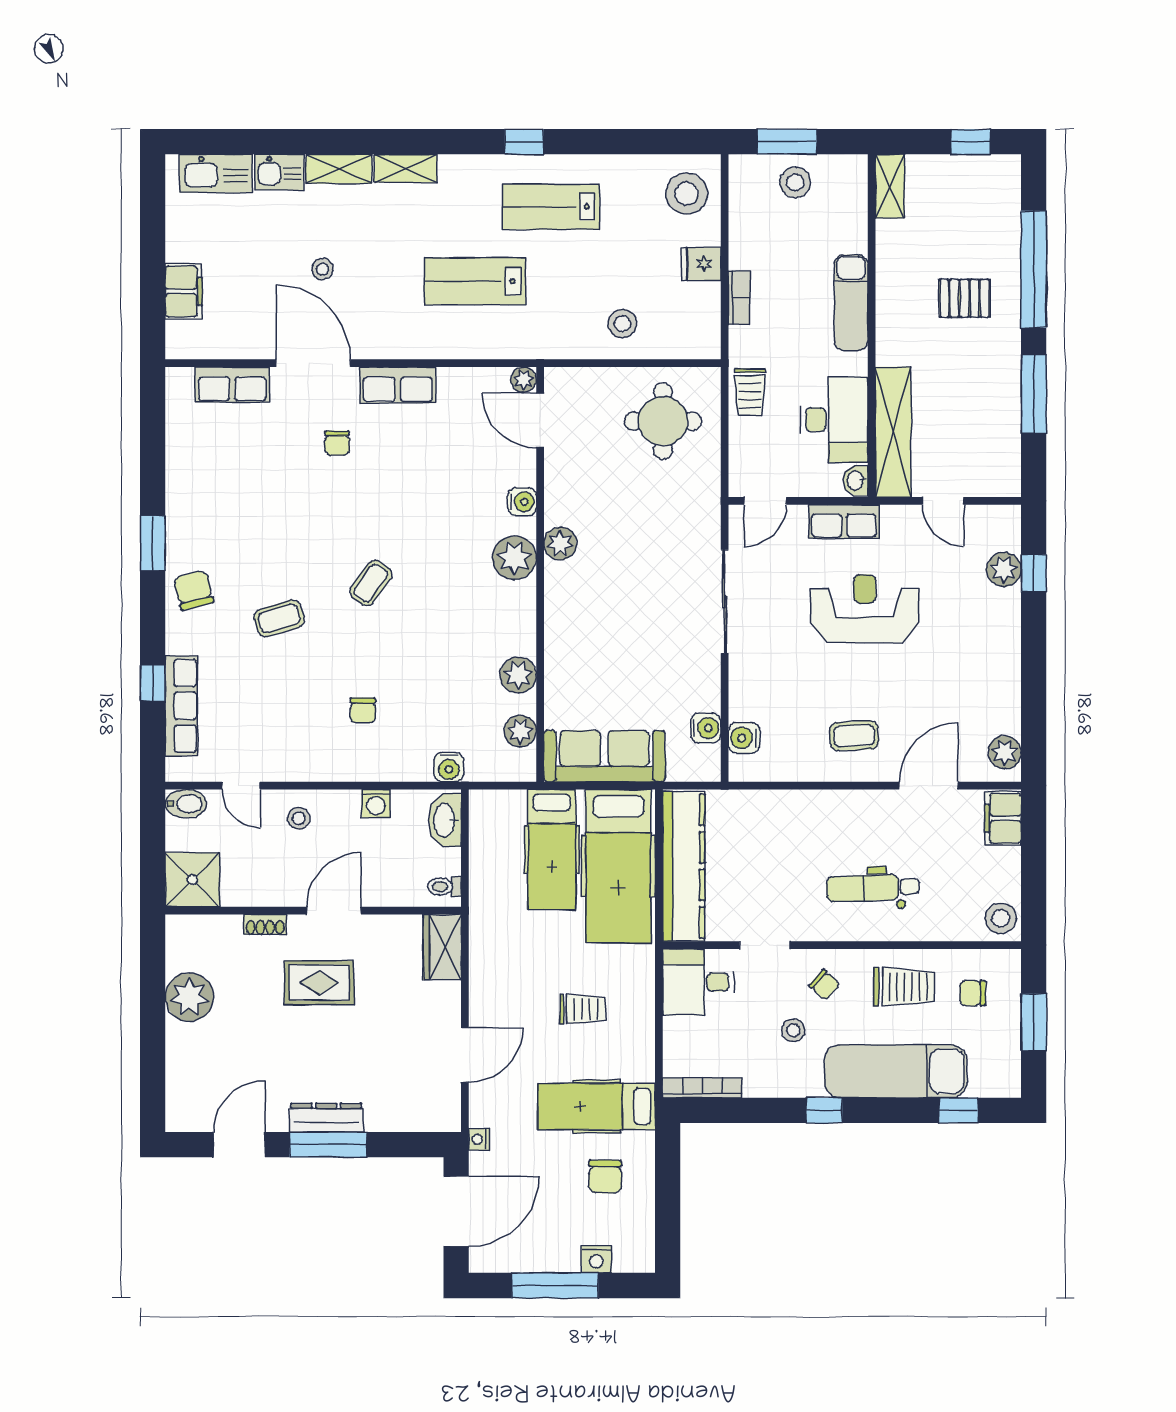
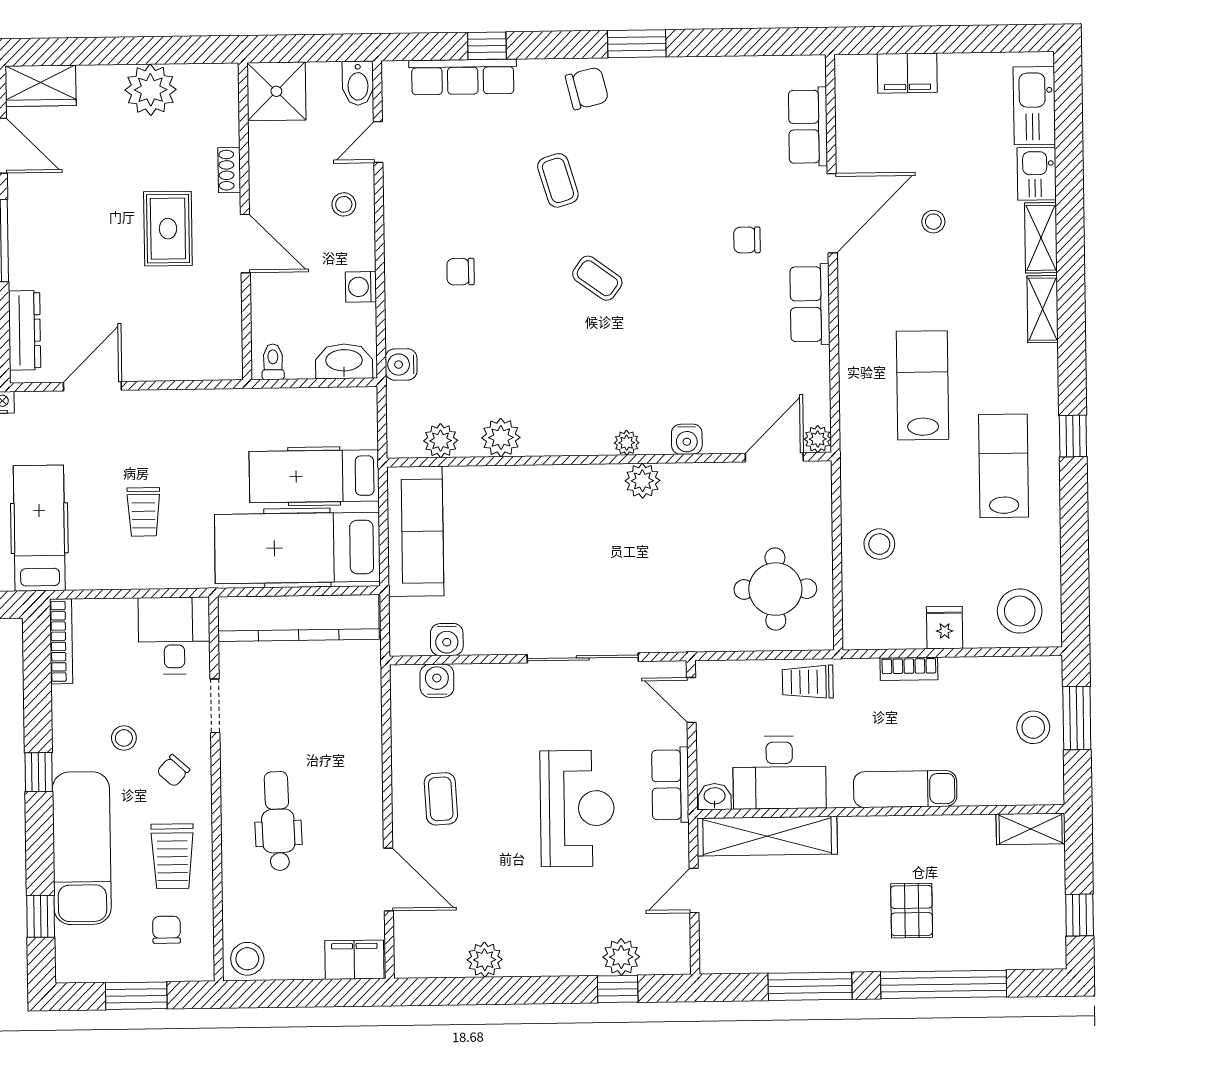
plant: (514, 558) -> (627, 443), width x0.53, depth x0.53
plant: (1005, 752) -> (485, 960), moved
wardrobe: (442, 947) -> (41, 86), moved, turned 180
door: (465, 1055) -> (92, 386), swing flipped
dresser: (326, 1118) -> (24, 330), moved

